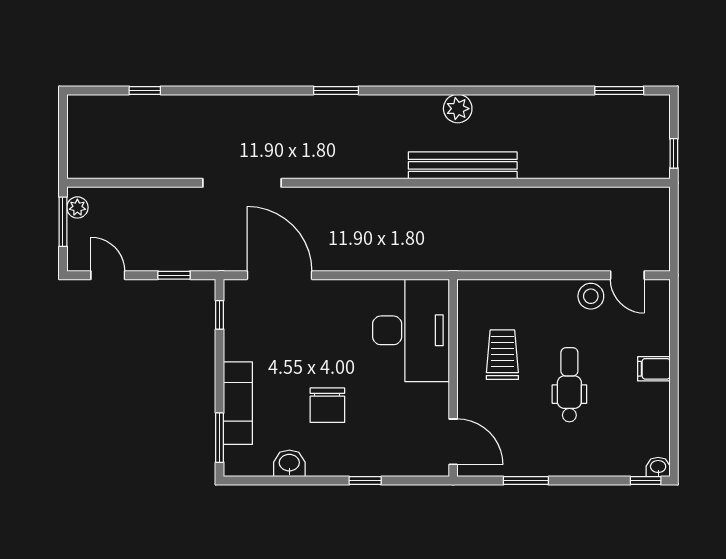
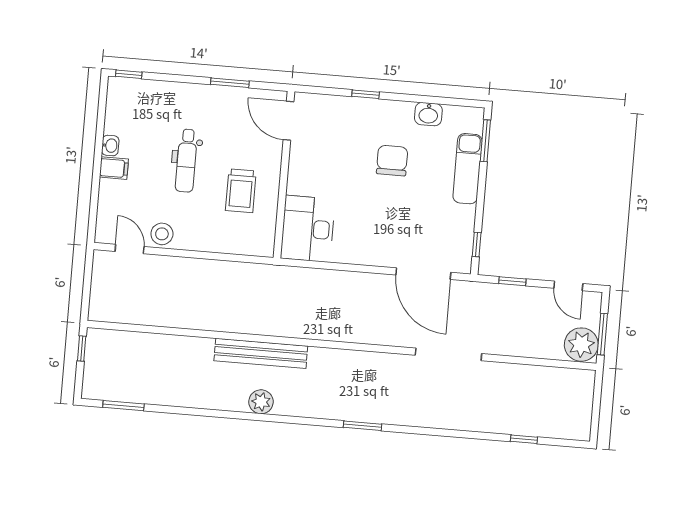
plant: (77, 207) -> (581, 345), width x1.88, depth x1.88
desk: (411, 330) -> (308, 229), width x0.73, depth x0.77
washbasin: (658, 467) -> (110, 146), moved, turned -90

